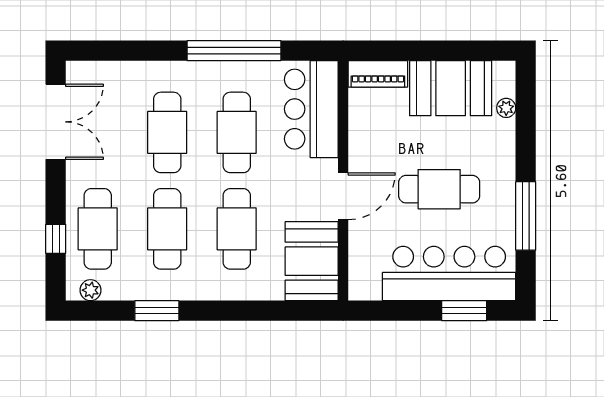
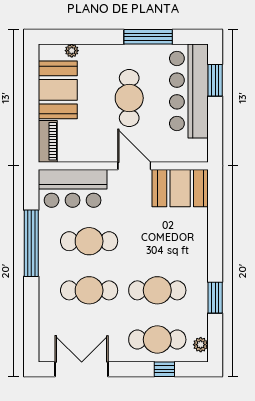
cafe table: (237, 229) -> (157, 241), removed

